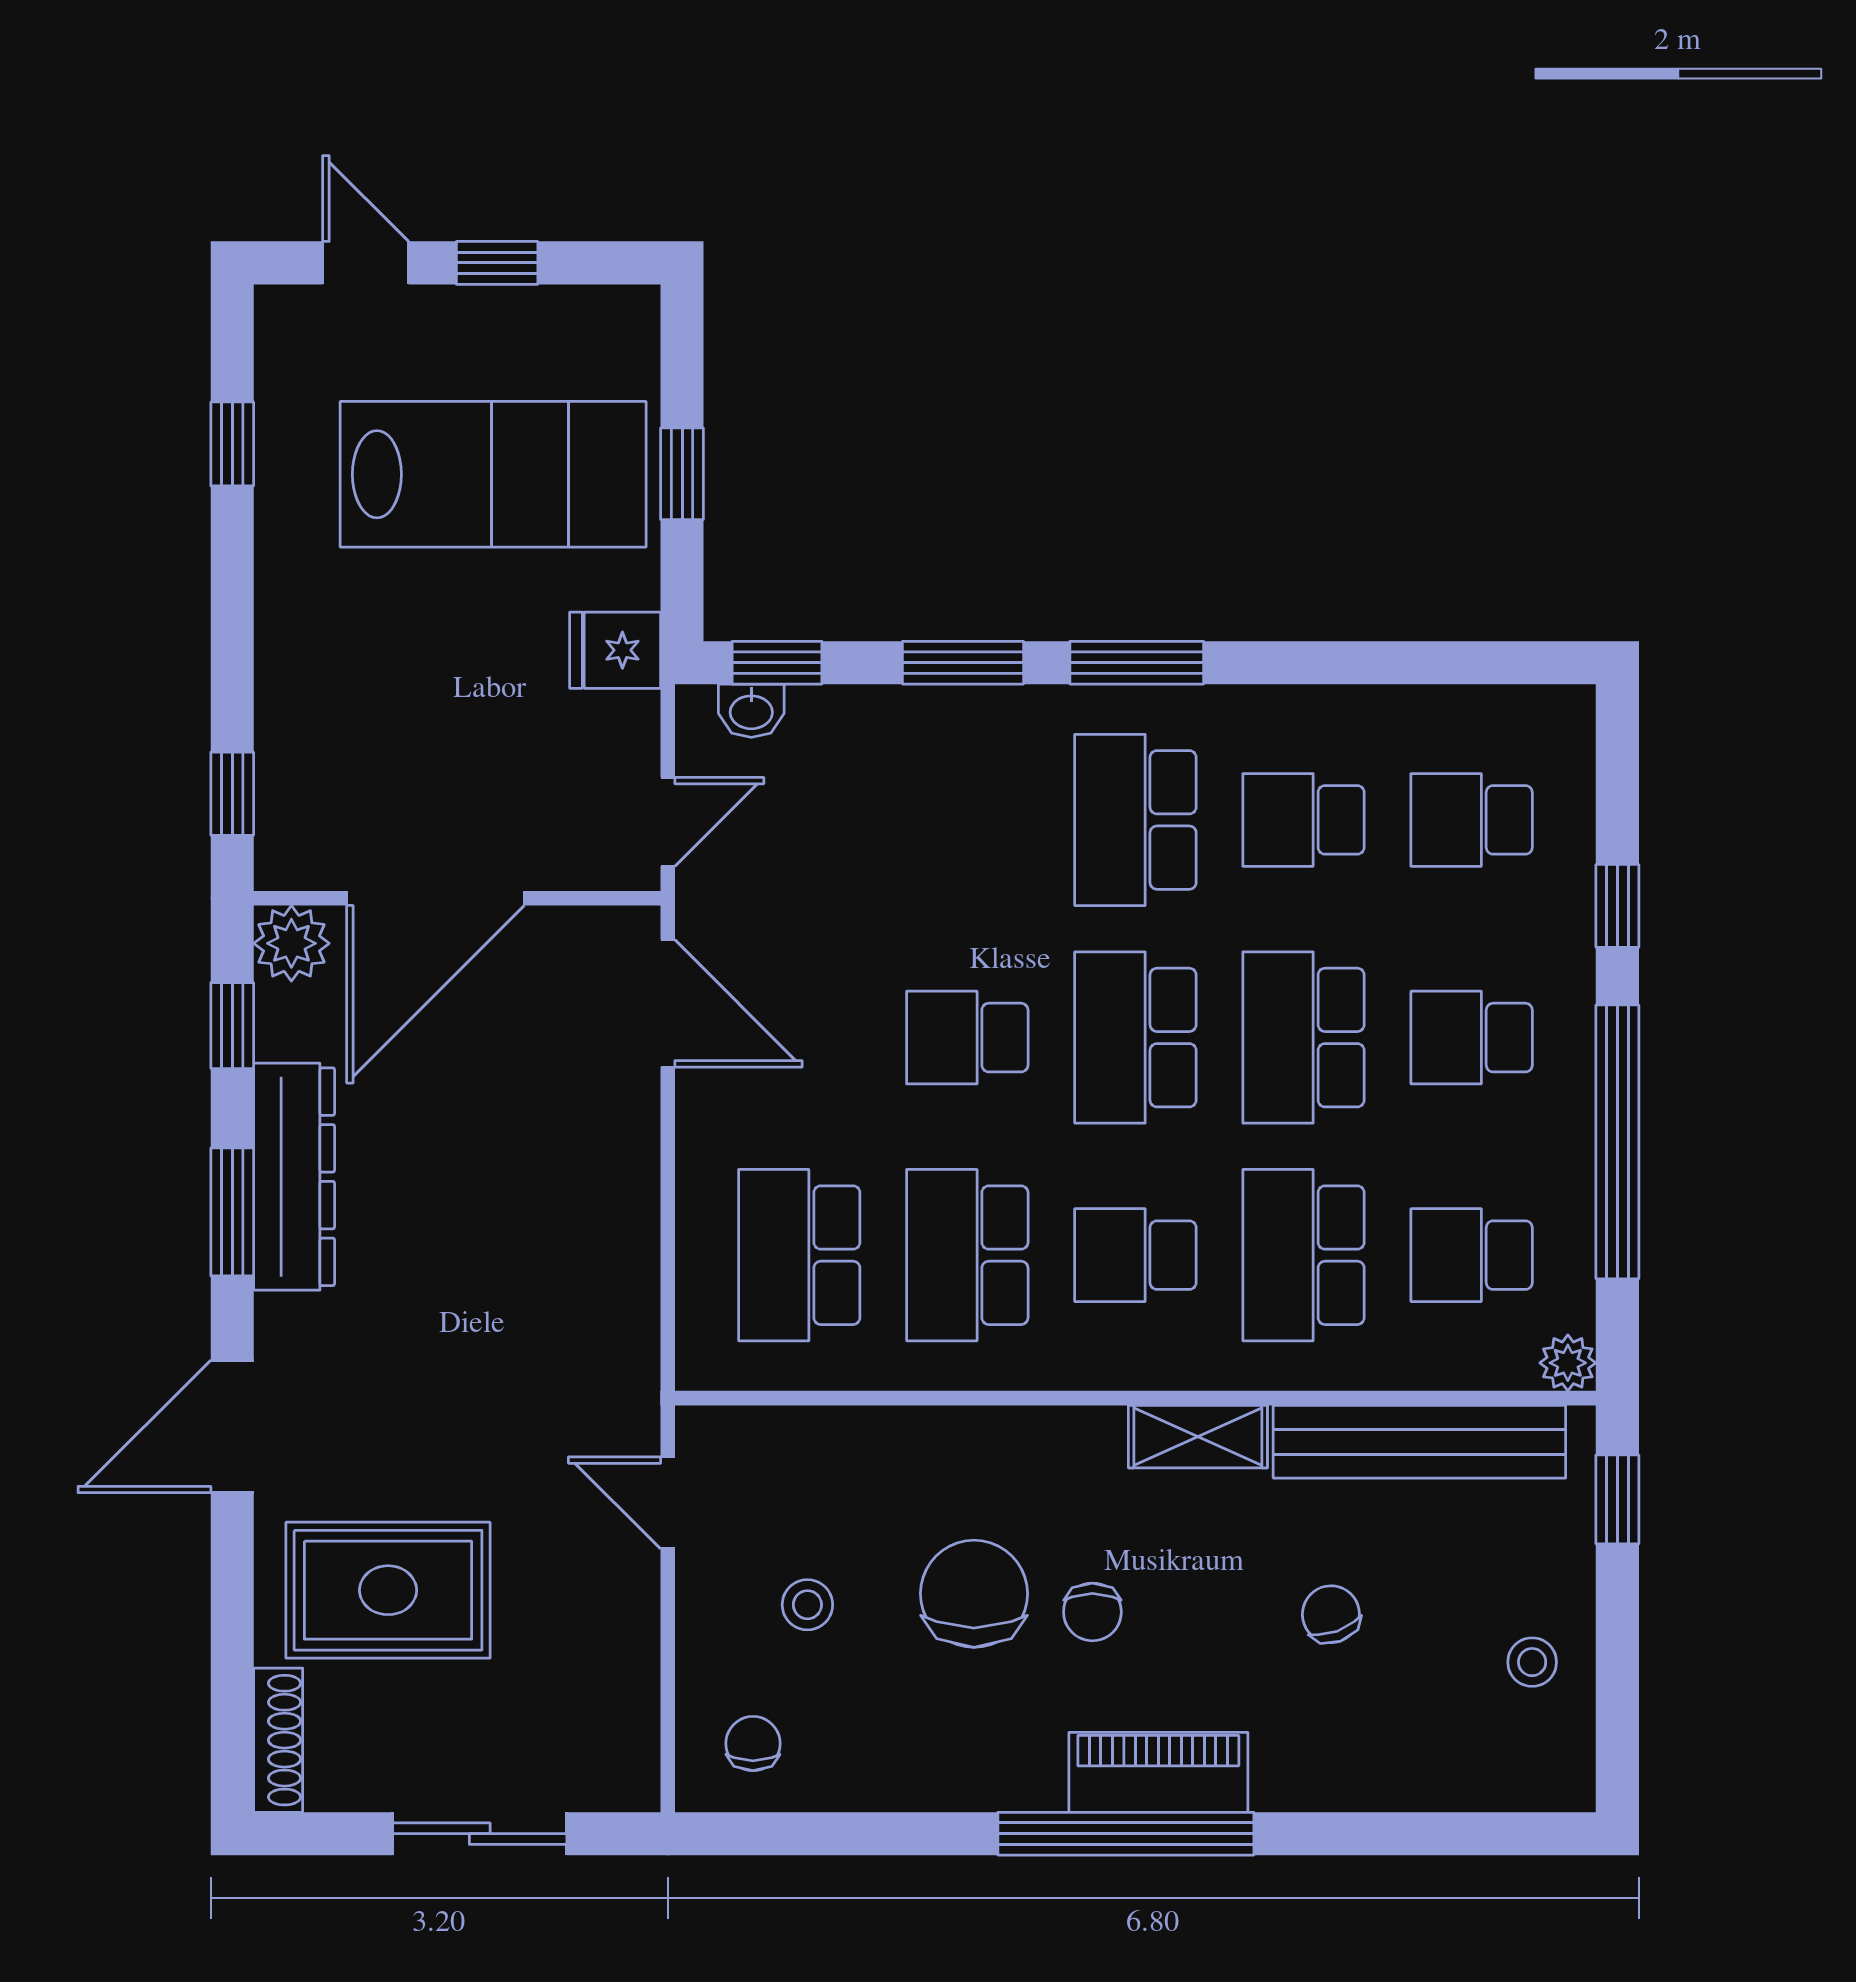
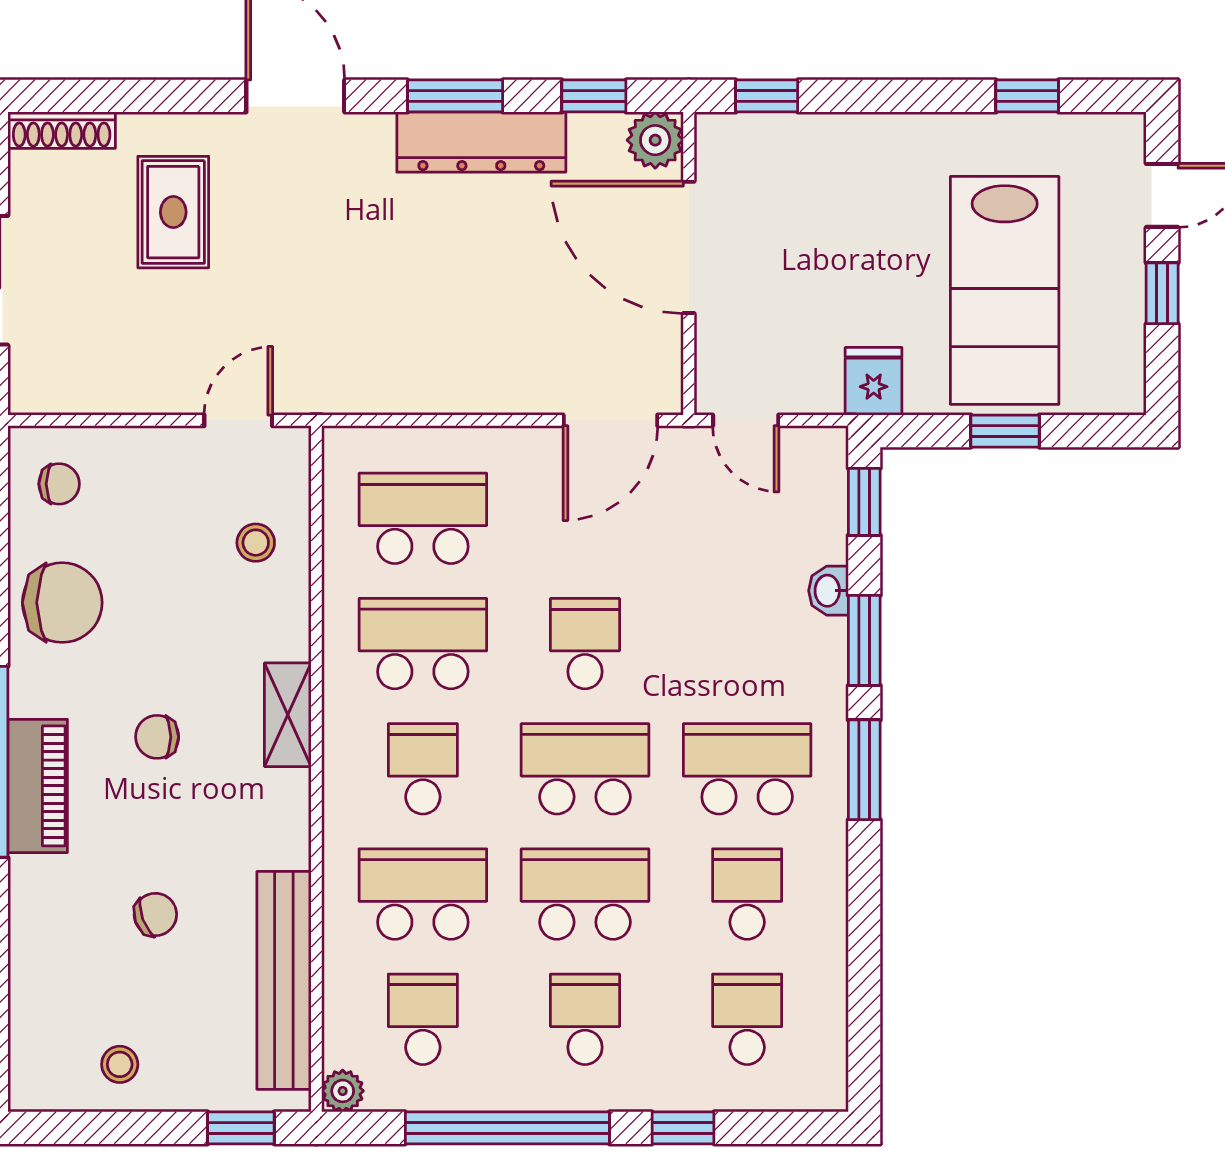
washbasin: (751, 711) -> (828, 591), moved
shelving: (1198, 1437) -> (288, 715), moved
rug: (388, 1590) -> (173, 212), width x0.73, depth x0.70
chair: (974, 1594) -> (62, 603), moved
stool: (807, 1605) -> (256, 543), moved

